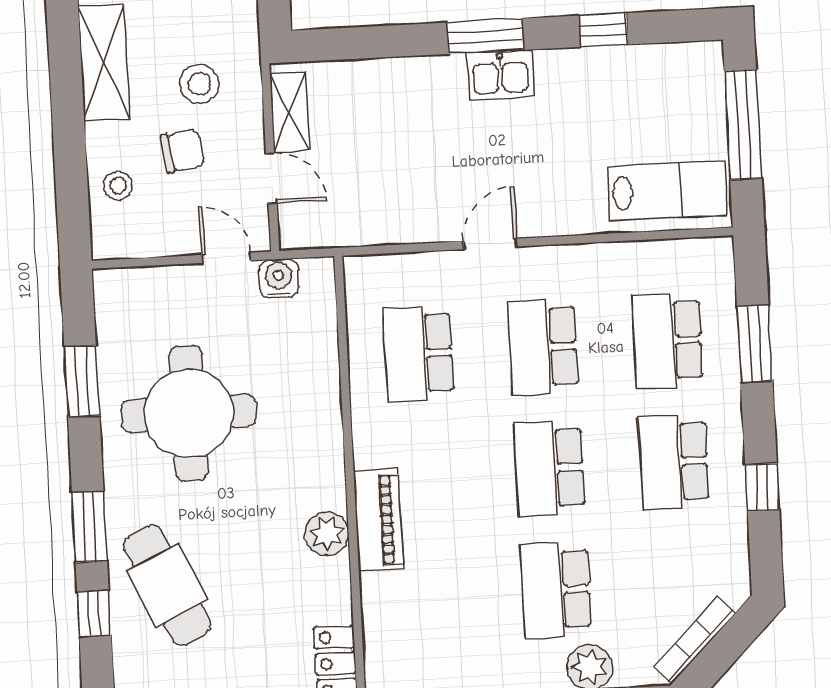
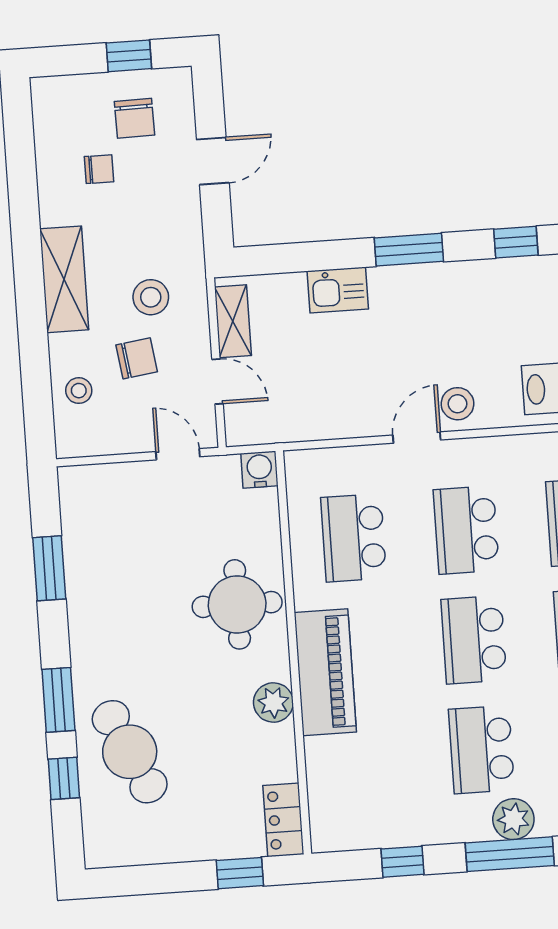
kitchen sink: (500, 75) -> (338, 290), moved
stool: (536, 207) -> (457, 404), added
water cooler: (279, 278) -> (259, 470), moved
round table: (189, 413) -> (237, 604), moved, width x0.73, depth x0.73
piano: (378, 520) -> (325, 672), width x1.37, depth x1.33

